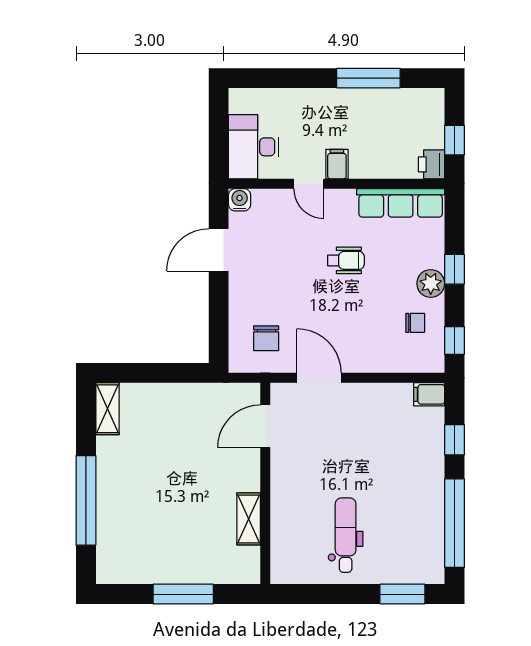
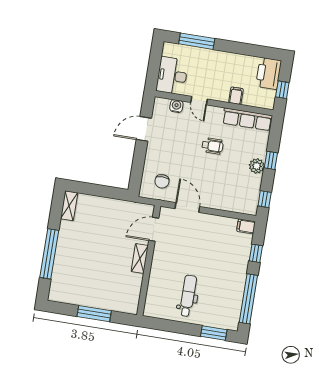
window: (368, 78) -> (197, 41), moved
filing cabinet: (337, 164) -> (236, 96), moved
printer: (431, 164) -> (269, 73), moved, width x1.87, depth x1.48
water cooler: (240, 200) -> (176, 106), moved
chair: (415, 323) -> (245, 186), removed
shelving: (249, 519) -> (140, 258), moved

